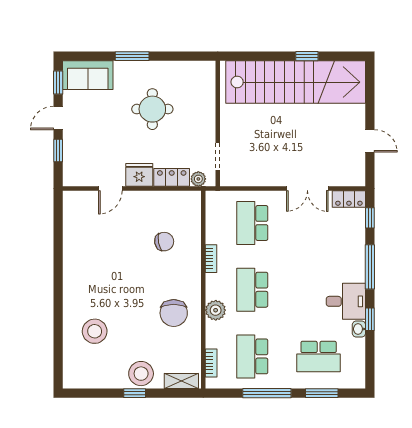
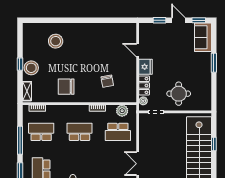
window: (307, 56) -> (214, 144), moved
round table: (152, 109) -> (179, 94), moved
school desk: (252, 223) -> (118, 132), turned 180
plant: (216, 310) -> (122, 111), moved

